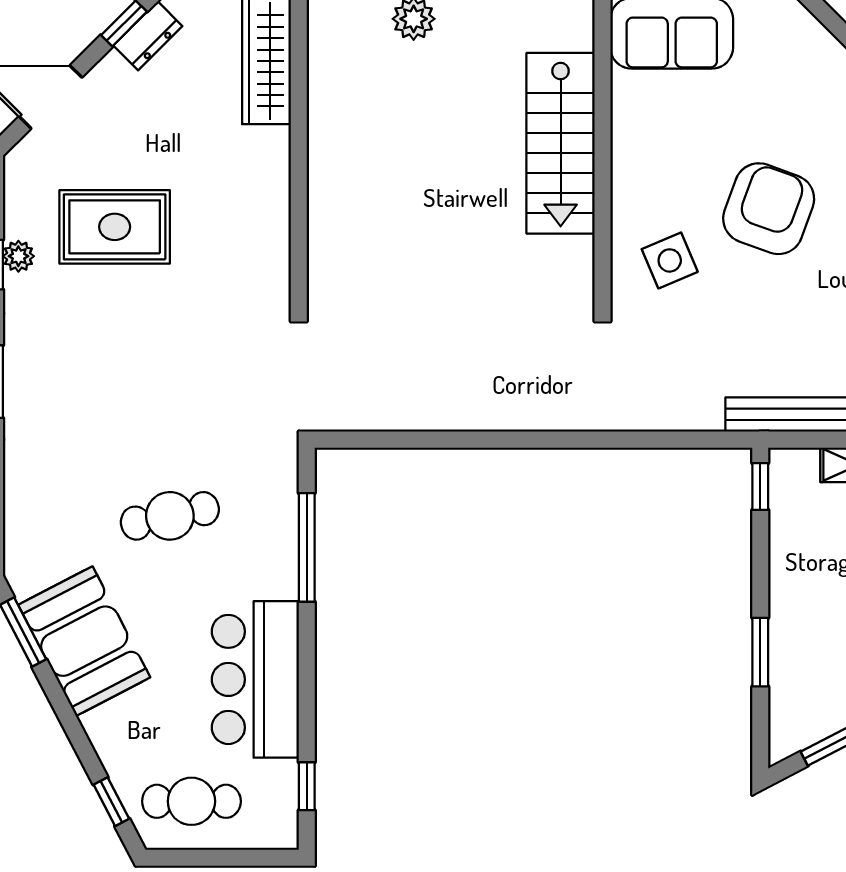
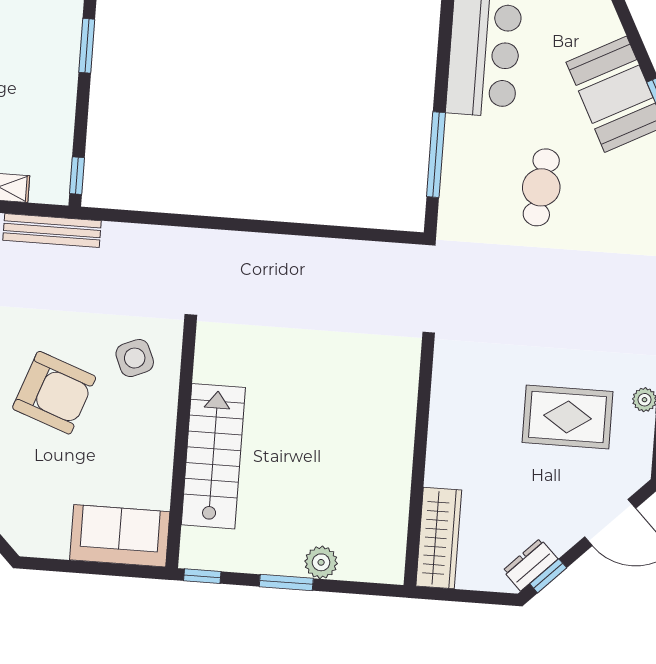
armchair: (769, 209) -> (54, 393), turned -90
cafe table: (170, 516) -> (541, 187), turned -72

